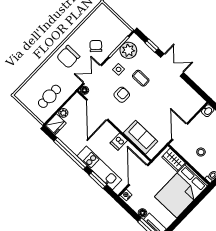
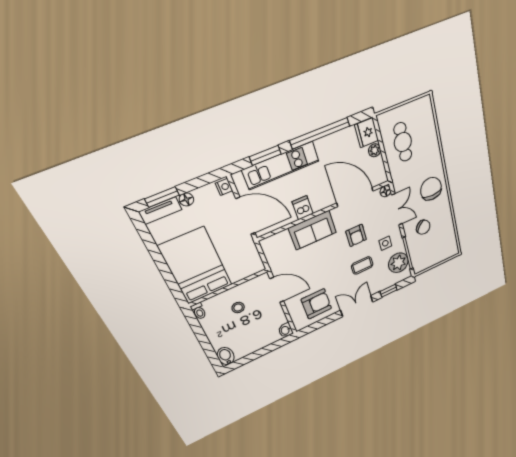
double door: (172, 65) -> (357, 306), swing flipped
armchair: (181, 98) -> (316, 304), added
sofa: (140, 137) -> (312, 230), moved
wardrobe: (174, 160) -> (244, 270), removed

